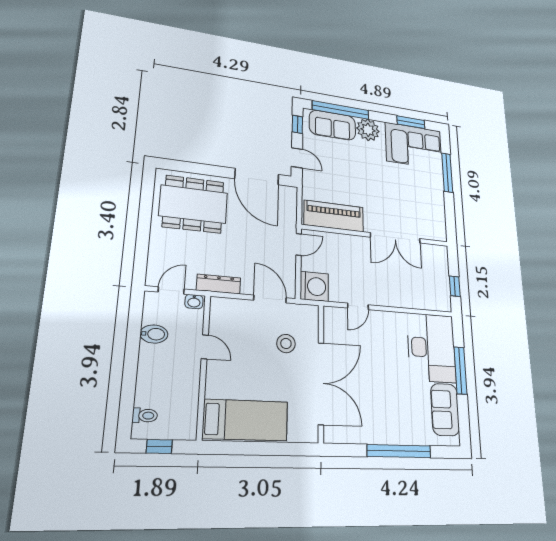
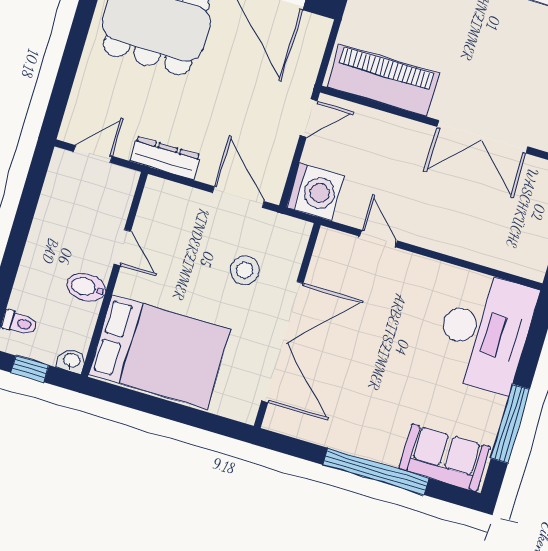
washbasin: (194, 302) -> (71, 361), moved, turned 180
door: (358, 306) -> (378, 239), swing flipped
bidet: (154, 334) -> (86, 287), moved, turned 180
window: (460, 370) -> (510, 424), moved
sofa: (445, 410) -> (445, 458), moved, turned 90
bed: (246, 420) -> (160, 352), width x1.50

